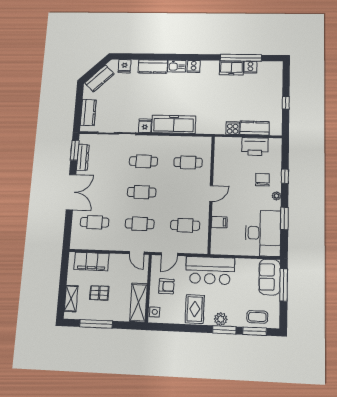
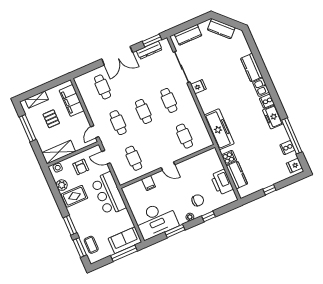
fridge: (125, 66) -> (294, 166), moved
freezer: (231, 68) -> (273, 117), moved
freezer: (174, 124) -> (219, 129), moved
plant: (221, 319) -> (62, 185), moved

